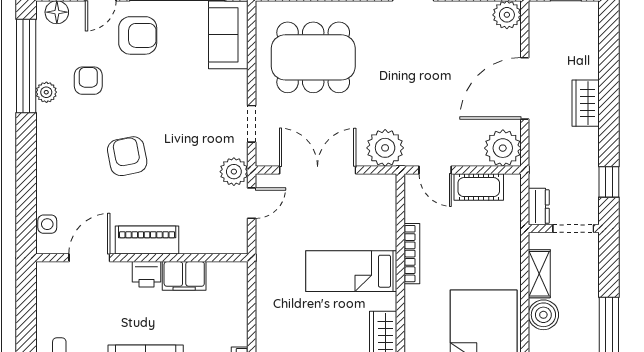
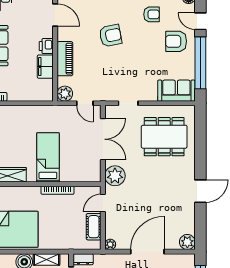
armchair: (138, 35) -> (176, 41), turned 90
dining table: (313, 57) -> (164, 137), turned 90
door: (525, 88) -> (147, 252), hinge flipped
plant: (503, 148) -> (110, 244), width x0.53, depth x0.53
plant: (234, 172) -> (65, 94), moved
piano: (147, 240) -> (65, 59), moved

